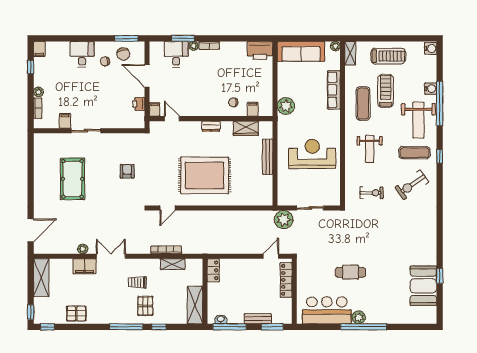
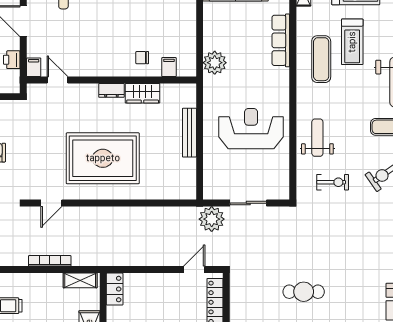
treadmill: (386, 91) -> (352, 42), turned 180
wardrobe: (246, 128) -> (143, 93), moved
weight bench: (370, 149) -> (317, 138), moved, turned 180
shelving: (173, 264) -> (80, 280), moved

